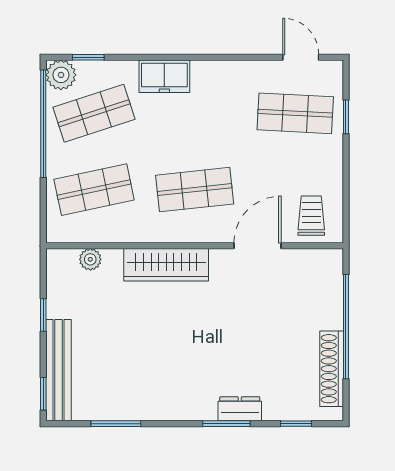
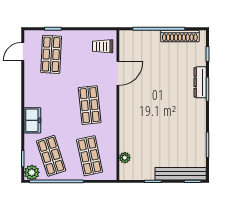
door: (258, 246) -> (118, 73), swing flipped
wardrobe: (166, 265) -> (127, 119), removed
dresser: (240, 409) -> (200, 82), width x1.44

